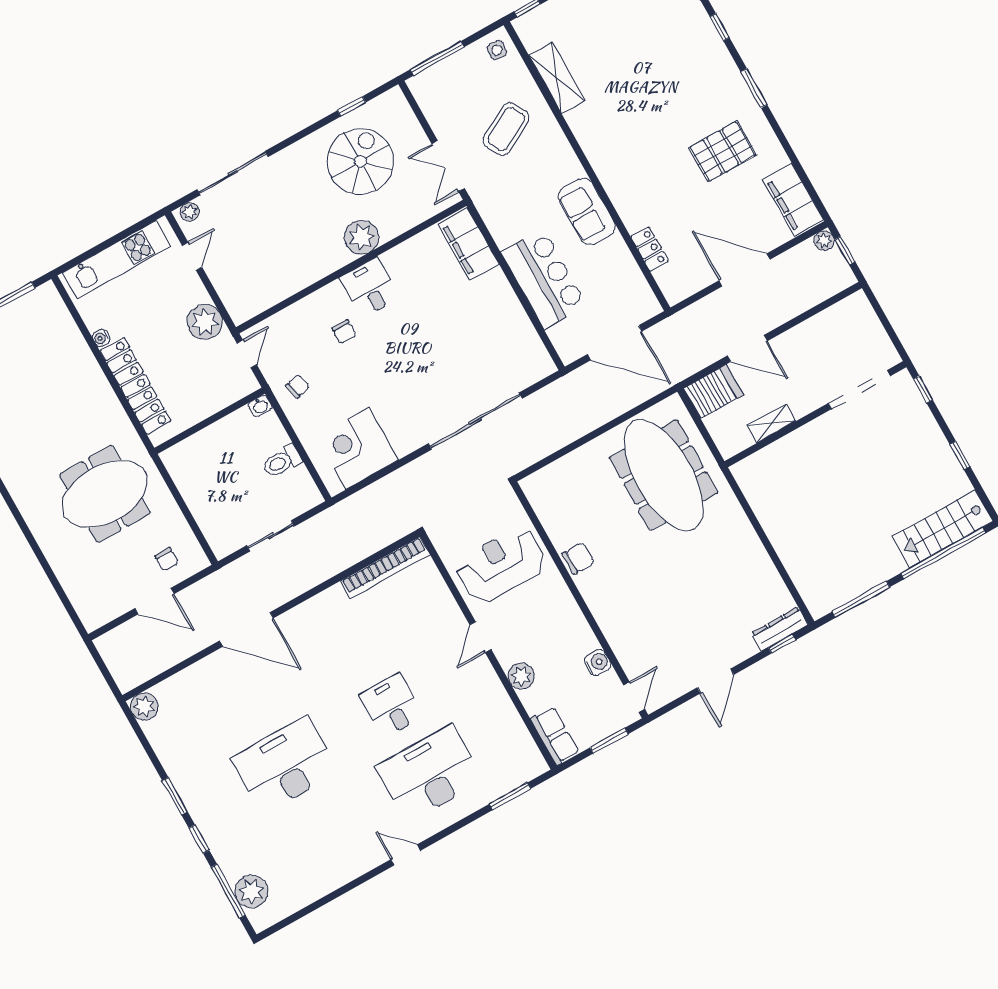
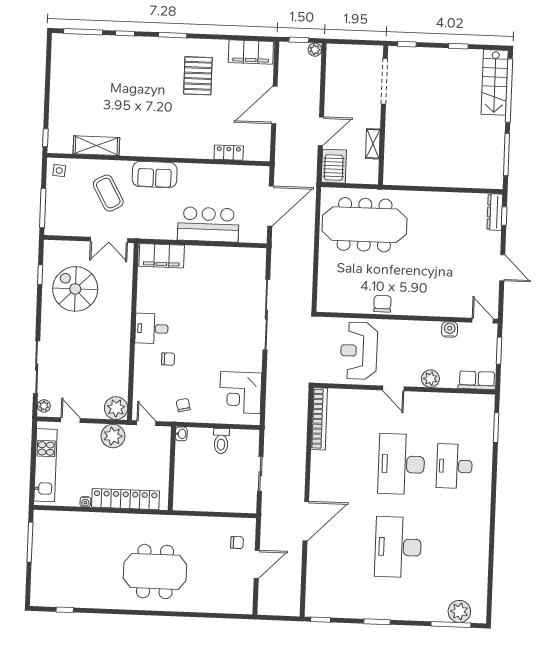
sofa: (587, 211) -> (155, 175), moved
plant: (361, 237) -> (116, 408), moved
plant: (824, 241) -> (315, 50), moved
meeting table: (105, 494) -> (155, 571), moved, turned 90
desk: (391, 705) -> (401, 464), width x1.87, depth x1.30
plant: (144, 706) -> (314, 608), removed
desk: (430, 773) -> (454, 466), width x0.73, depth x0.77
window: (199, 839) -> (321, 620), moved
door: (406, 855) -> (493, 509), removed

